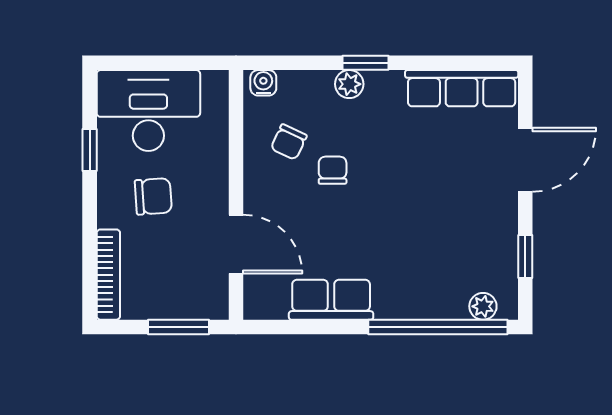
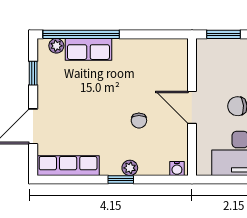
chair: (289, 142) -> (163, 136), removed
door: (236, 244) -> (192, 107), moved
row of seats: (331, 300) -> (88, 49), moved

